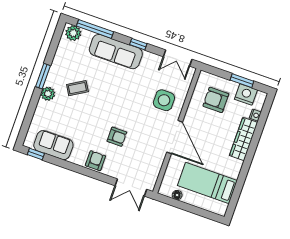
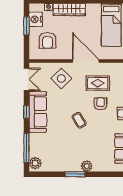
sofa: (116, 52) -> (38, 112), moved
coffee table: (77, 88) -> (79, 120), moved
side table: (164, 100) -> (61, 78), turned 45
door: (175, 137) -> (86, 61), hinge flipped
rug: (143, 142) -> (98, 83), added

